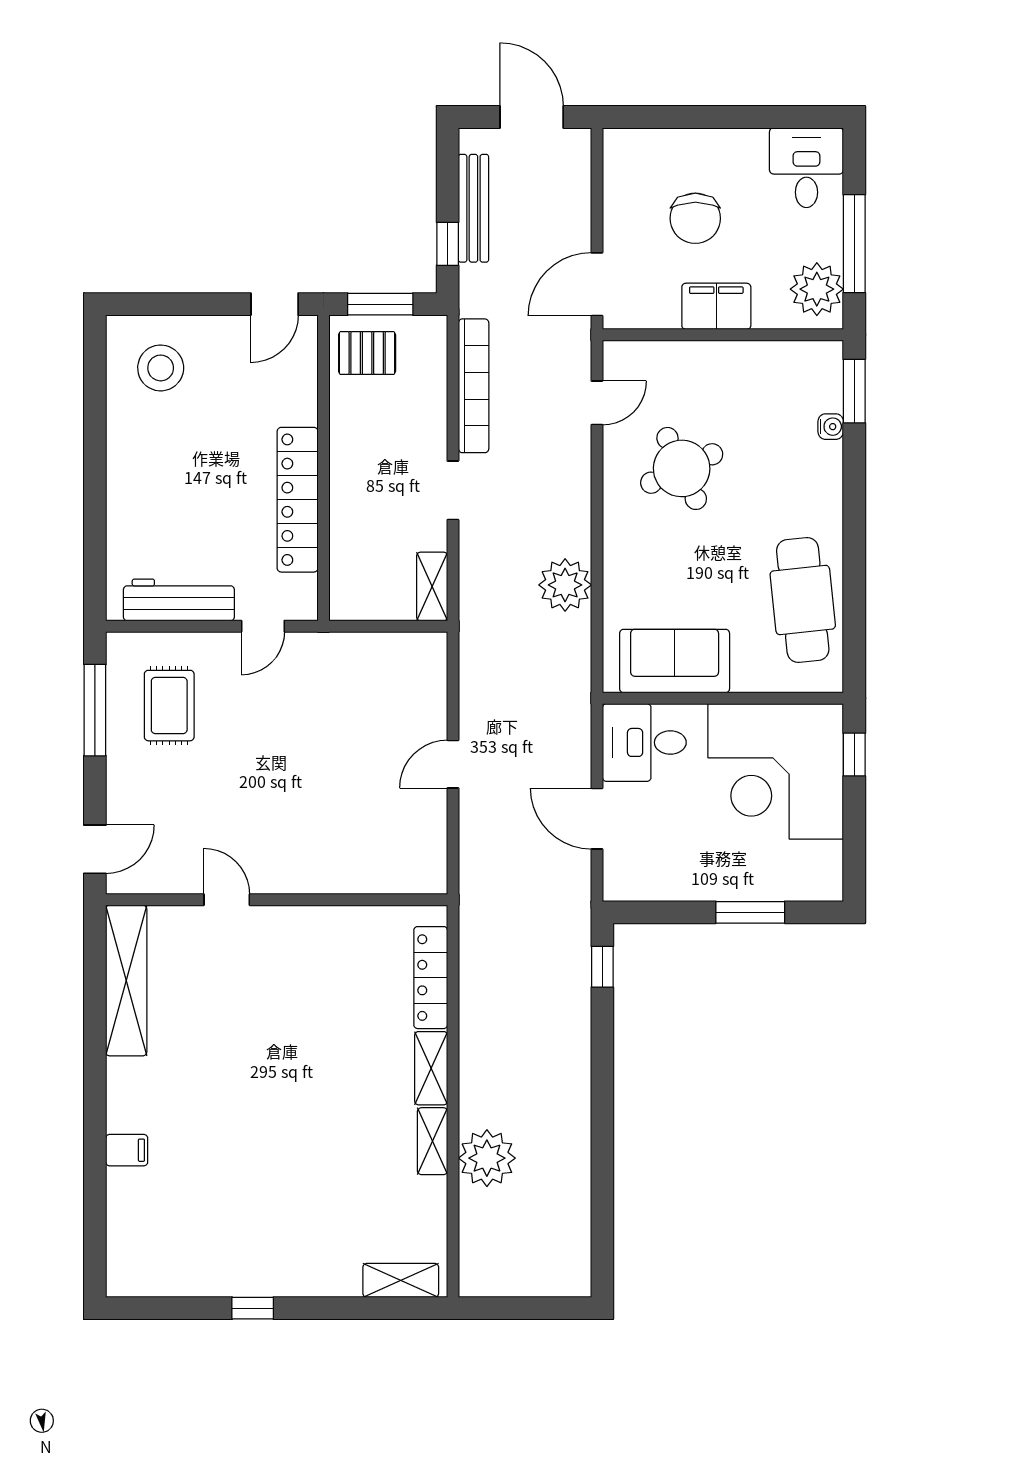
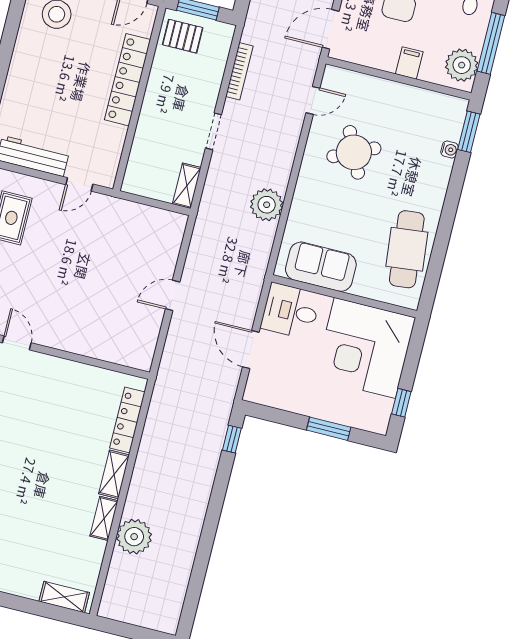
filing cabinet: (716, 306) -> (409, 63), width x0.50
bookcase: (474, 386) -> (239, 71), width x0.68, depth x0.76
locker: (298, 500) -> (127, 80), moved
window: (854, 755) -> (401, 403), moved

